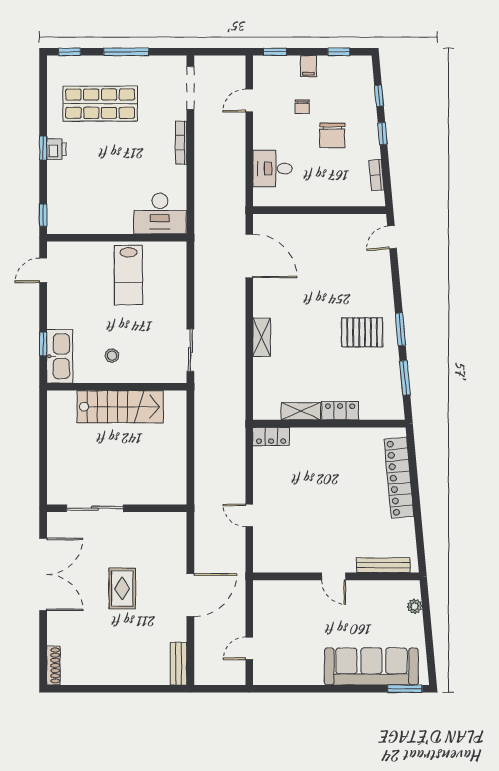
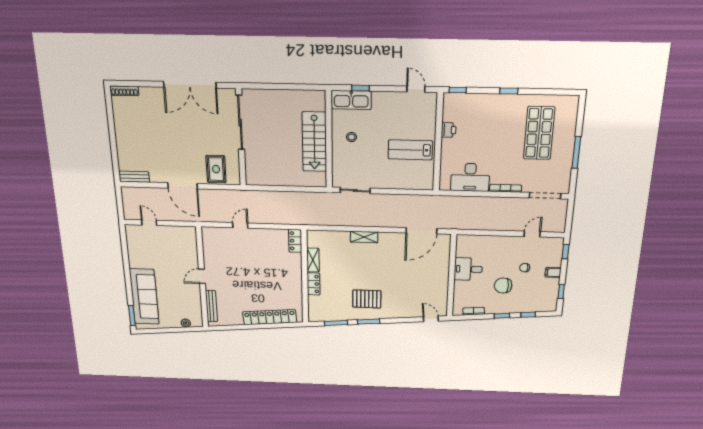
window: (69, 52) -> (581, 112), removed
door: (249, 101) -> (532, 234), hinge flipped
printer: (56, 149) -> (449, 130), moved, turned -90
desk: (273, 169) -> (468, 269), moved, turned -90
desk: (160, 214) -> (470, 177), moved, turned -90
pallet: (362, 332) -> (367, 299), turned 90
sliding door: (95, 508) -> (240, 123), width x1.36
rug: (122, 588) -> (216, 169), moved, turned 90

